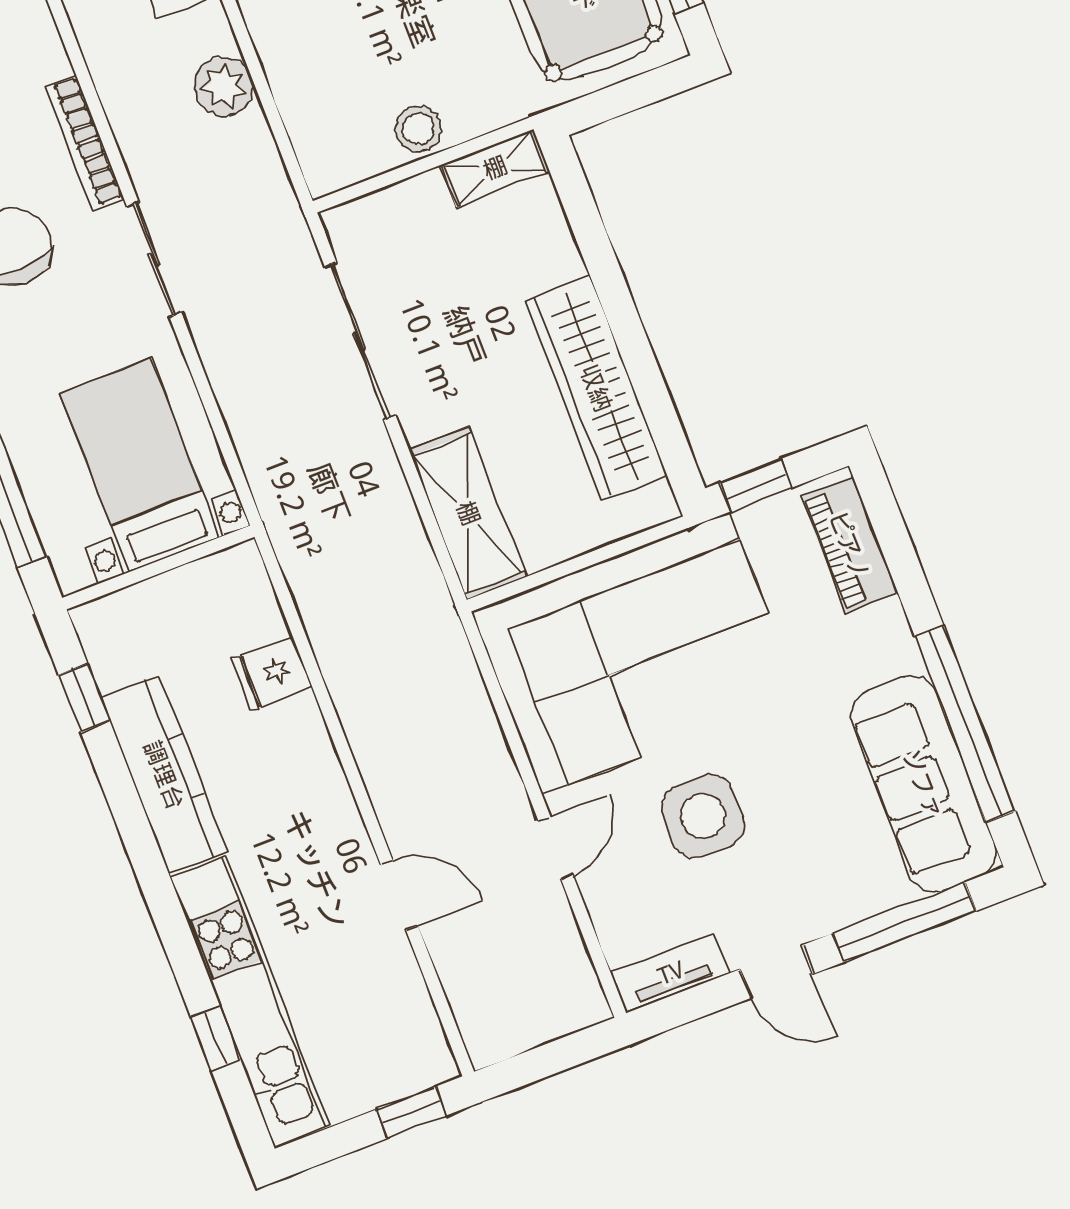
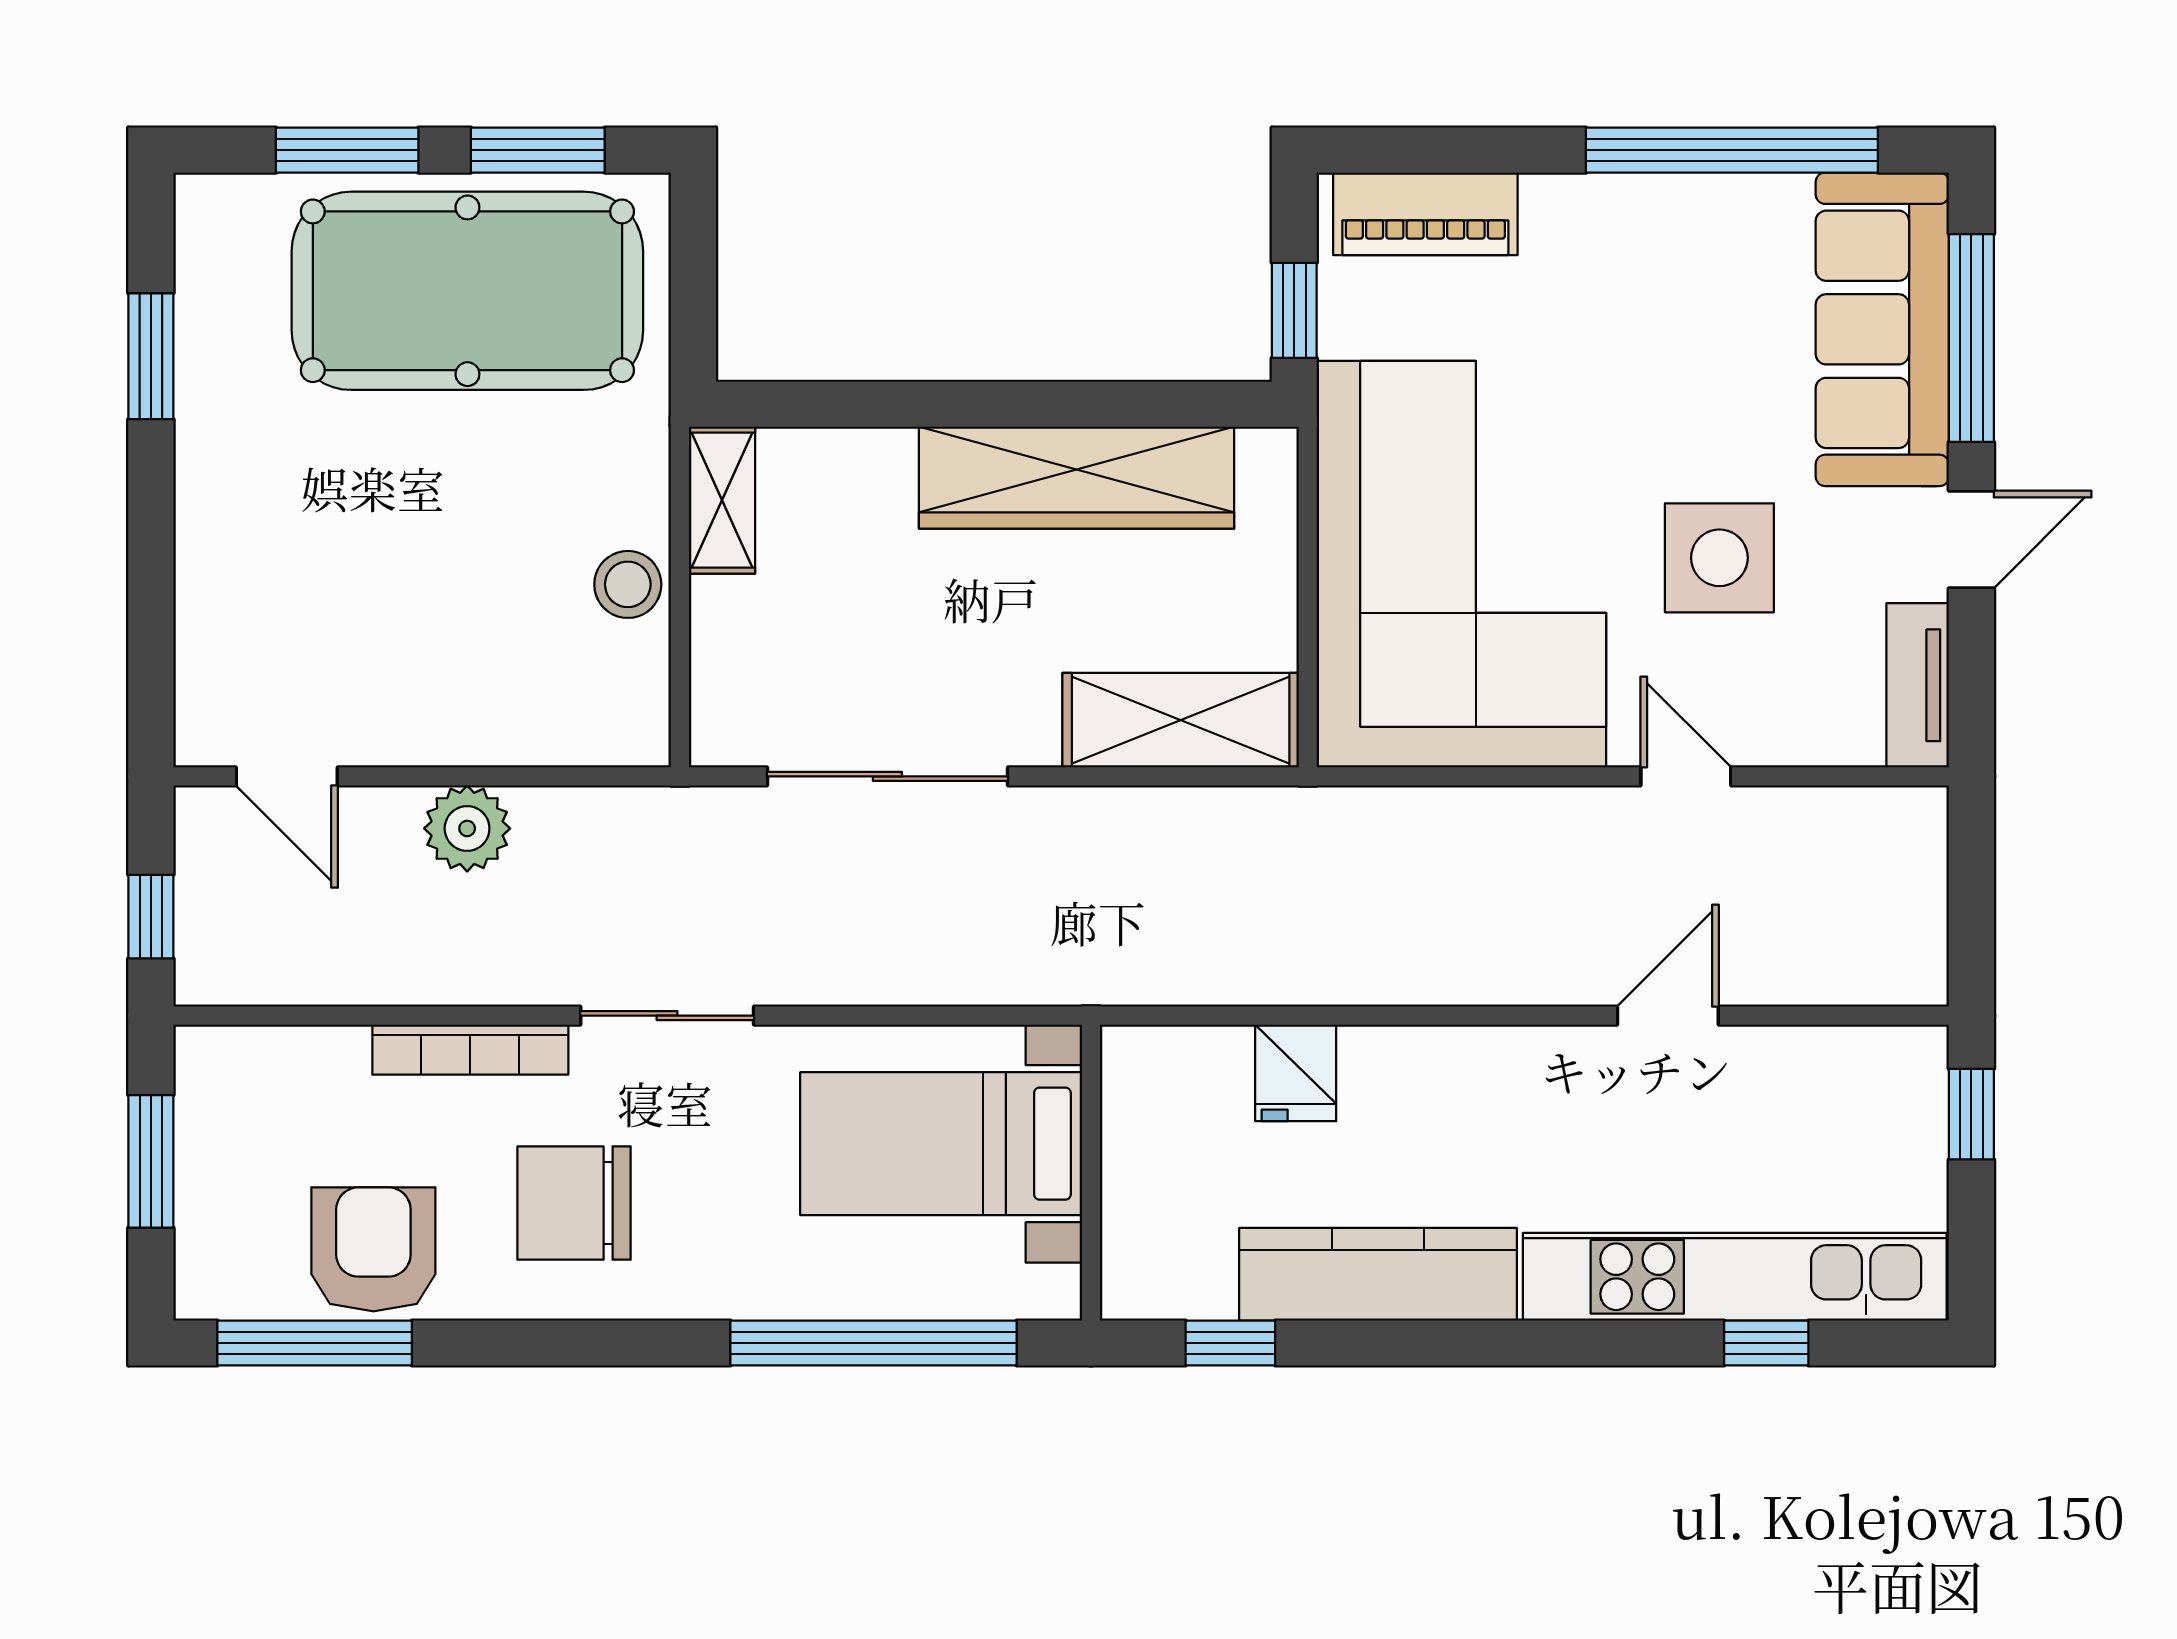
sofa: (923, 784) -> (1882, 329), moved, turned 90

